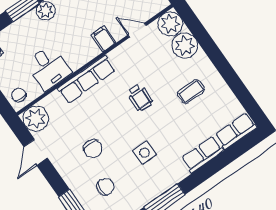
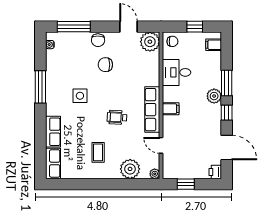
plant: (170, 24) -> (155, 174), width x0.53, depth x0.53
door: (137, 30) -> (161, 145), swing flipped
filing cabinet: (103, 39) -> (171, 109), moved
row of seats: (86, 79) -> (152, 110), moved
chair: (105, 187) -> (98, 40), moved

